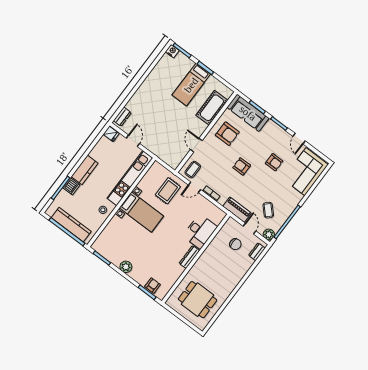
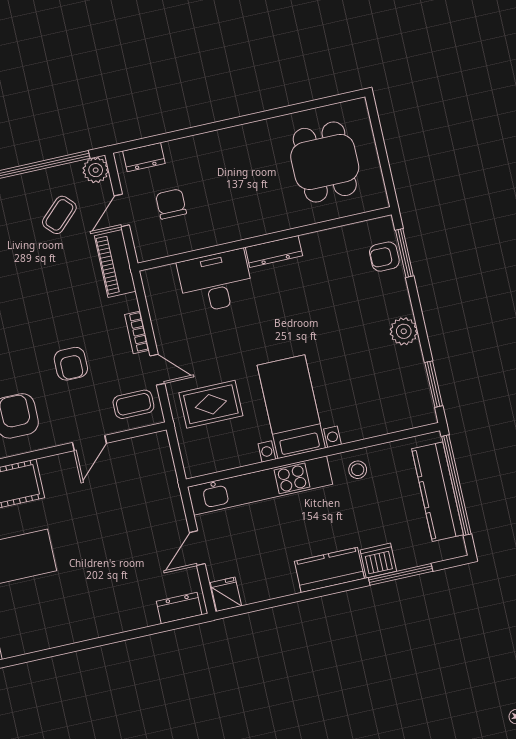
armchair: (242, 166) -> (71, 364), moved

